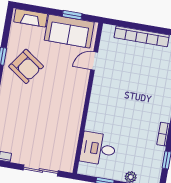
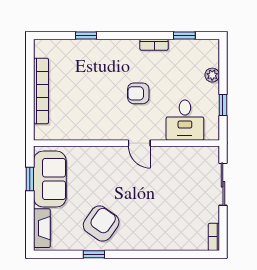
door: (94, 61) -> (139, 143), moved
armchair: (126, 115) -> (138, 93), added

